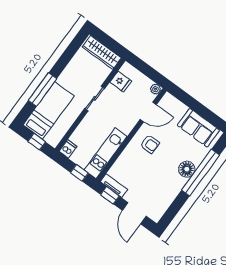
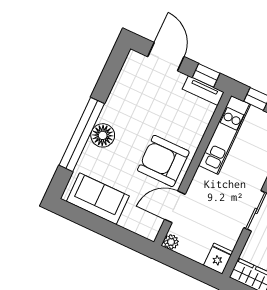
fridge: (121, 82) -> (218, 259), moved, turned 90
armchair: (150, 144) -> (163, 161), width x1.88, depth x1.88

